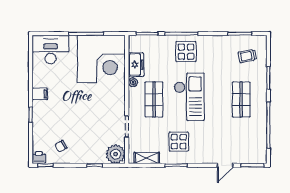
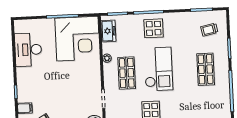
desk: (50, 50) -> (28, 50), moved, turned -90
freezer: (136, 65) -> (108, 31), moved
filing cabinet: (40, 94) -> (25, 108), moved

